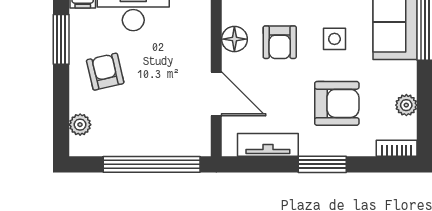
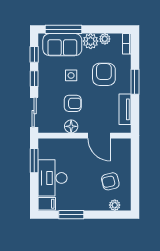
armchair: (105, 72) -> (110, 181), moved
plant: (402, 77) -> (91, 41), added
door: (216, 94) -> (99, 136), swing flipped
window: (152, 164) -> (135, 169), removed

